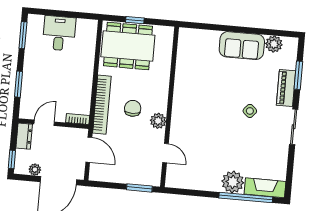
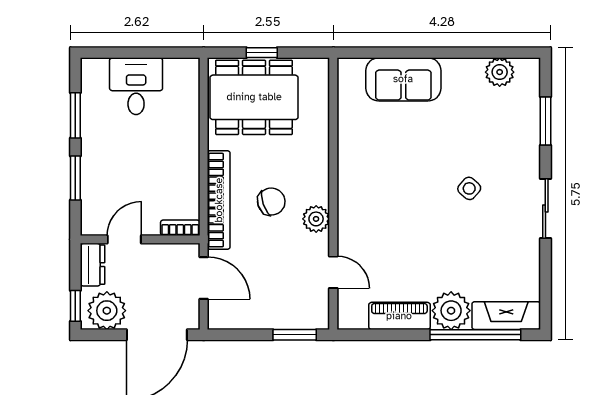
window: (23, 35) -> (75, 115), moved
sofa: (242, 46) -> (403, 79), moved
piano: (286, 88) -> (399, 316), moved, turned 90
chair: (133, 108) -> (271, 202), turned 71
plant: (35, 170) -> (107, 311), width x1.87, depth x1.87

